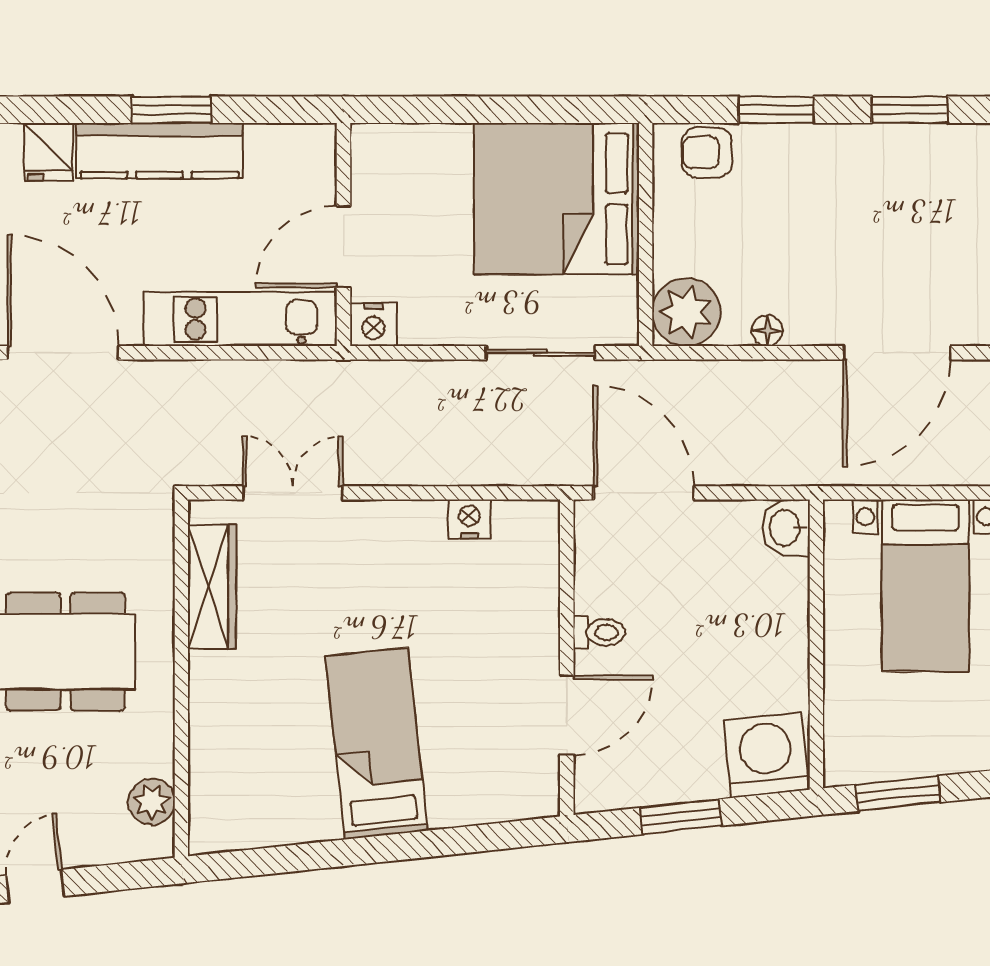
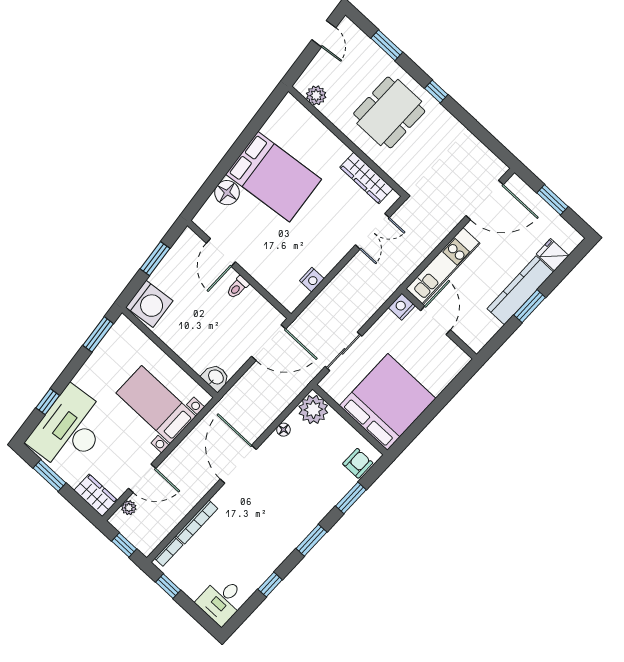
bed: (376, 743) -> (274, 177), width x1.50
floor lamp: (456, 799) -> (227, 193), added

